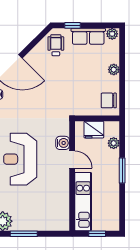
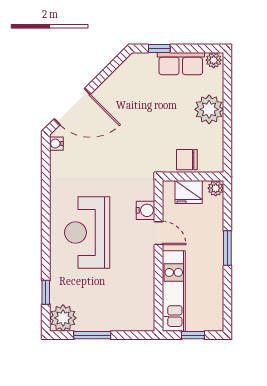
wheelchair: (56, 45) -> (136, 76), removed
plant: (114, 70) -> (209, 109), width x1.87, depth x1.87
chair: (109, 100) -> (187, 160), moved
plant: (114, 143) -> (216, 188), moved

